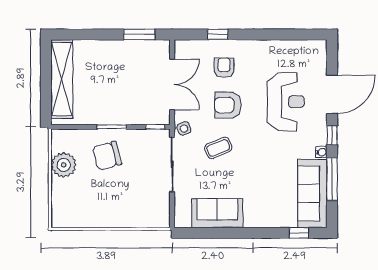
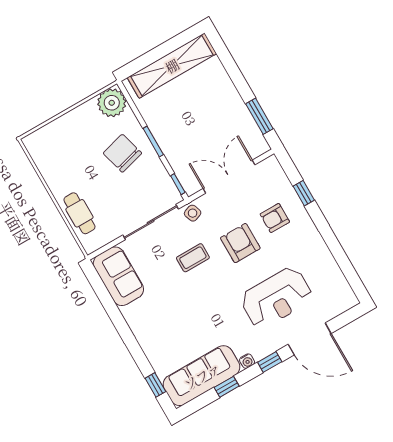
armchair: (224, 68) -> (275, 218), turned 180
double door: (172, 84) -> (229, 177), swing flipped
coffee table: (218, 148) -> (193, 258), turned -67
plant: (64, 165) -> (112, 103), moved
window: (332, 179) -> (227, 387), width x0.46
sofa: (217, 213) -> (118, 276), moved
cafe table: (134, 215) -> (79, 213), added

